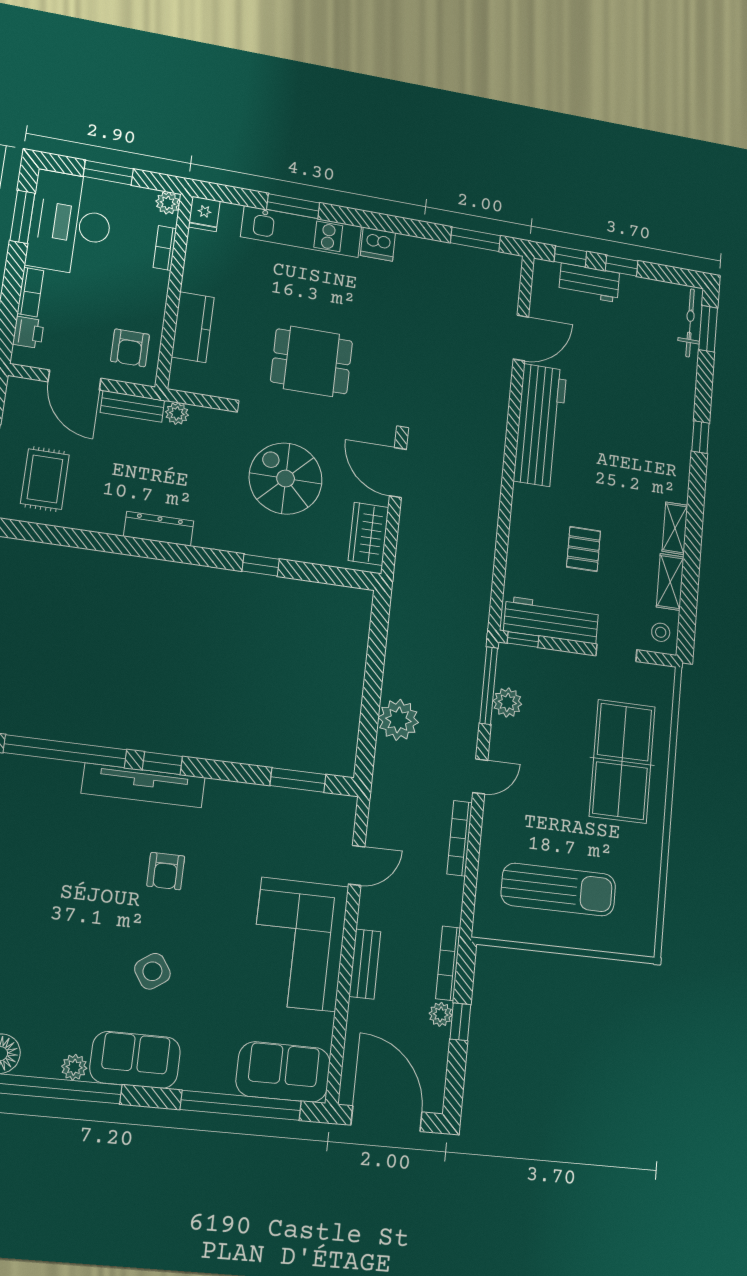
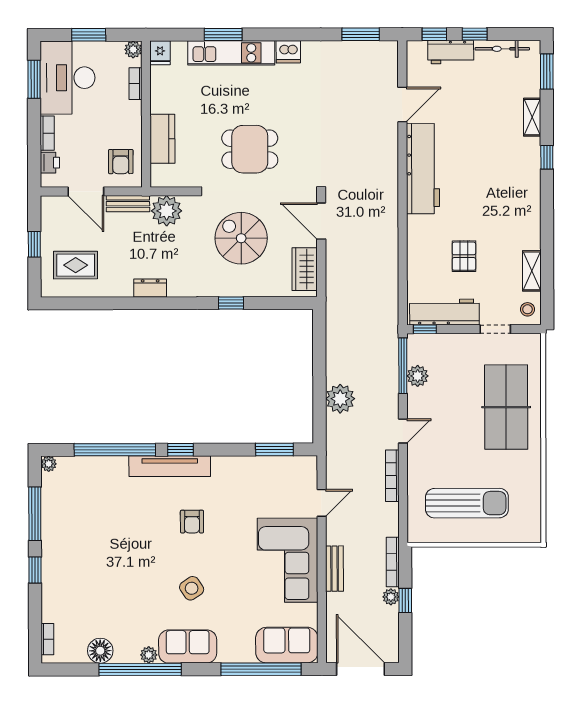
bicycle: (690, 323) -> (502, 49), moved, turned -90
plant: (177, 413) -> (167, 211), width x1.88, depth x1.88
rug: (45, 479) -> (76, 265), turned 90
shelving: (675, 528) -> (532, 117), moved
dresser: (159, 529) -> (150, 288), width x0.70

